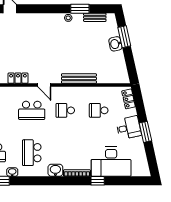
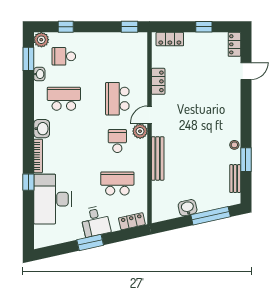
window: (124, 37) -> (211, 216), width x1.44
washbasin: (115, 44) -> (188, 208), moved
plant: (57, 92) -> (140, 131), added
school desk: (99, 110) -> (117, 183), width x1.85

